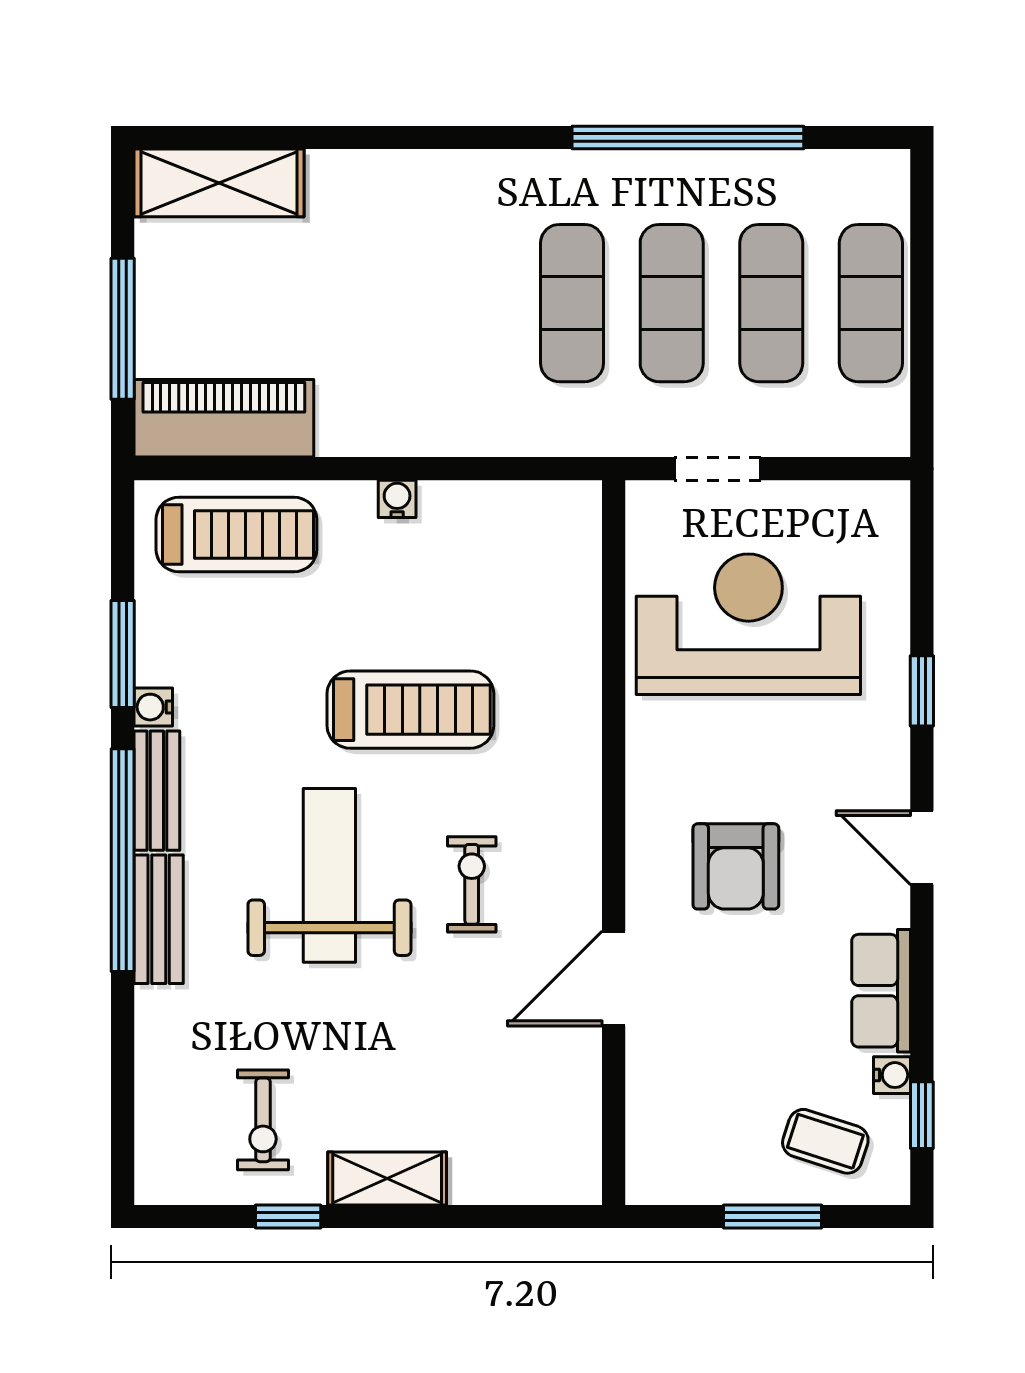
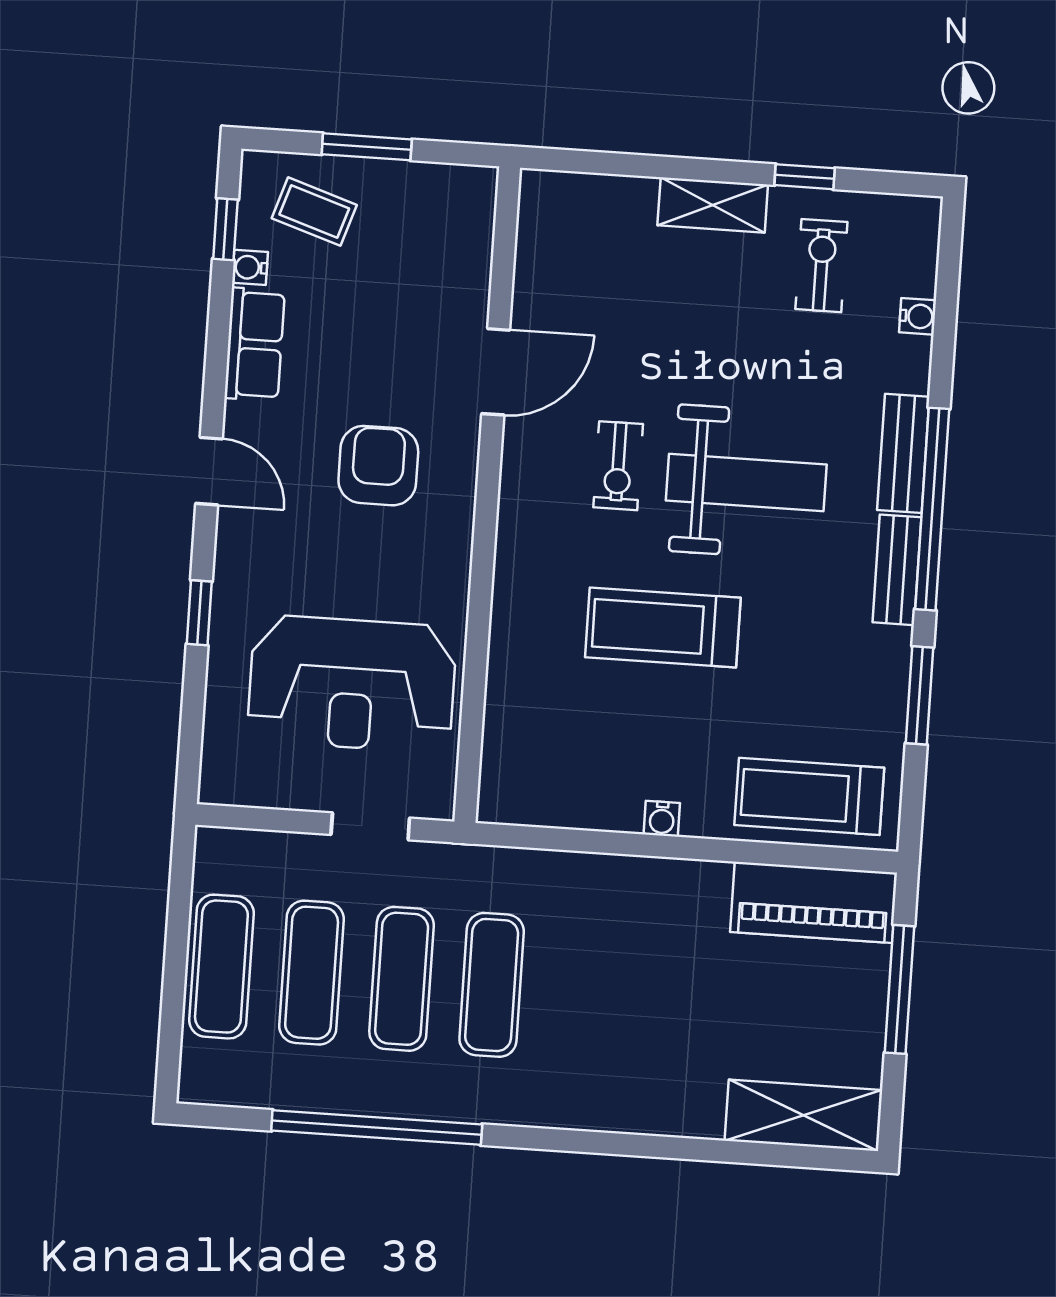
water cooler: (153, 707) -> (918, 316), moved
weight bench: (329, 875) -> (746, 482), turned -90

